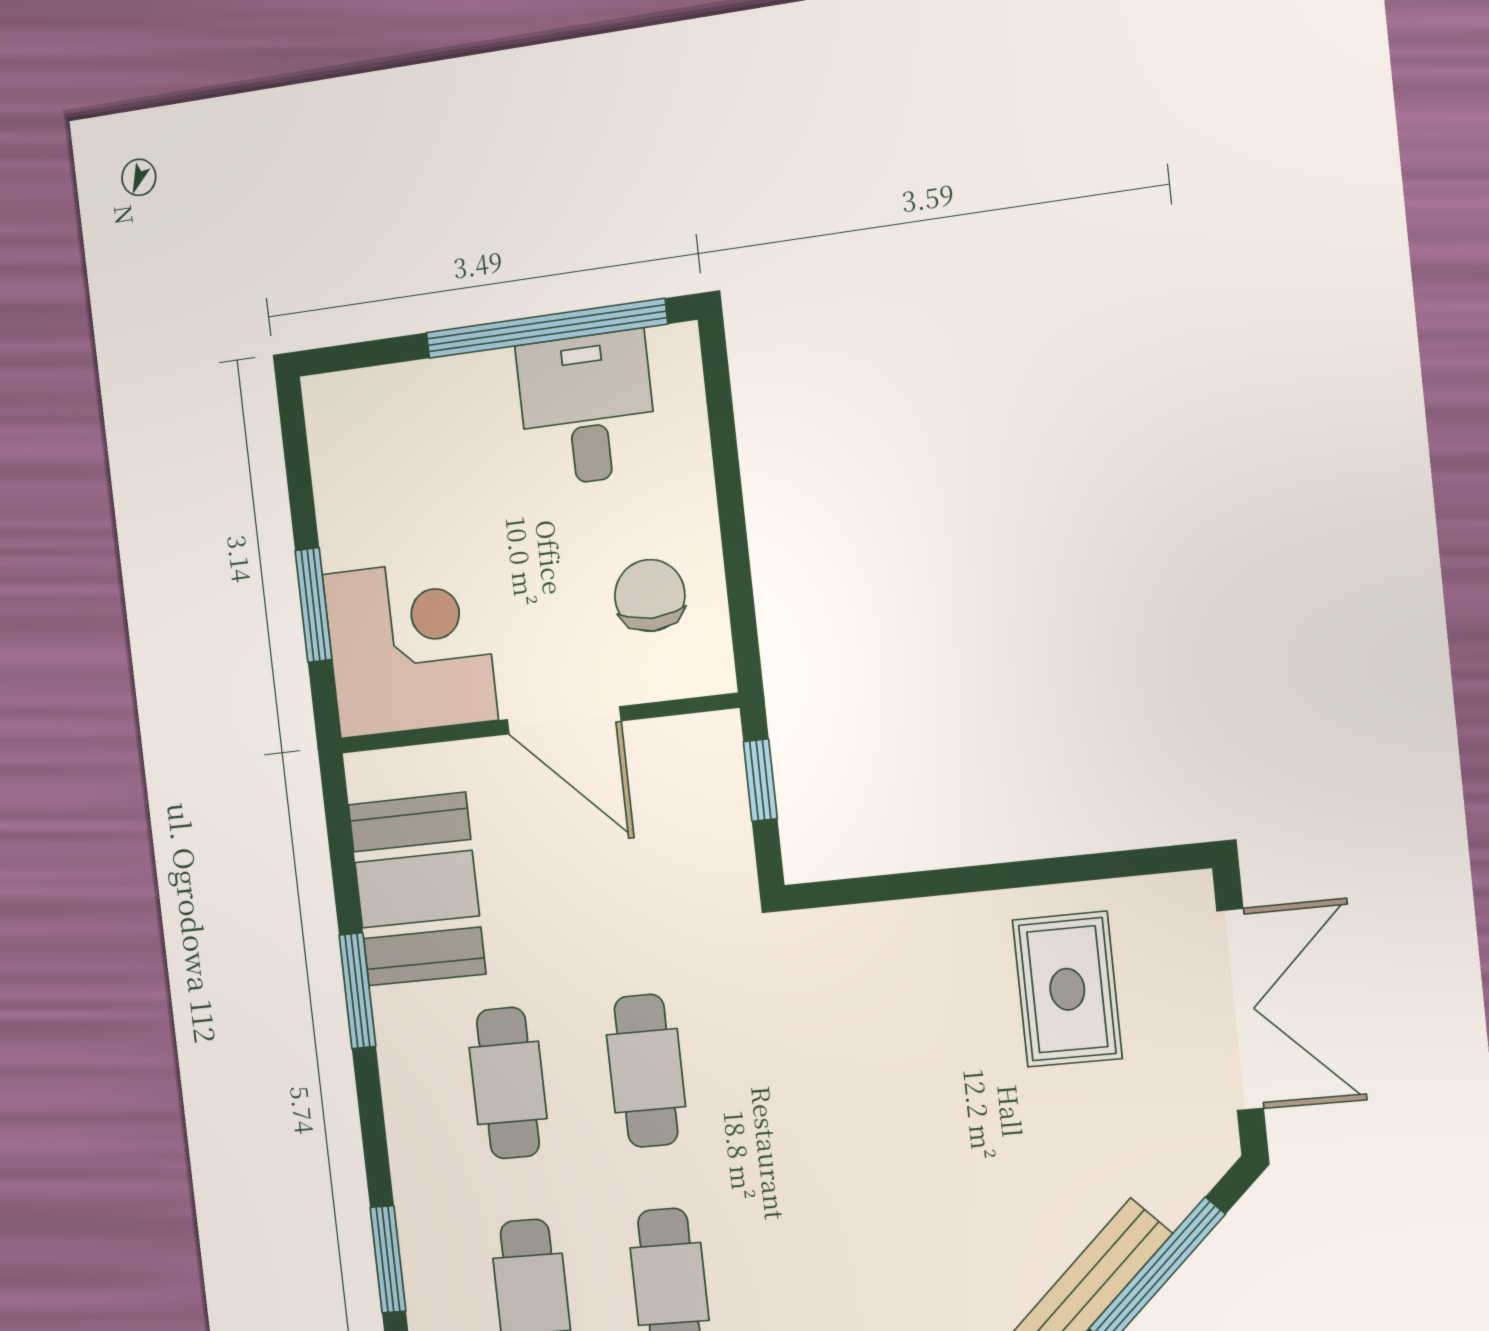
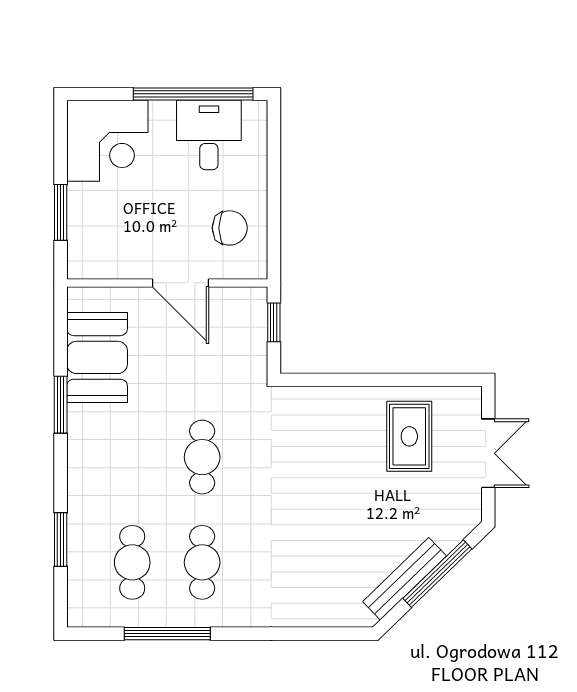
chair: (650, 595) -> (230, 228), turned 90
corner desk: (410, 647) -> (107, 141), moved, turned 90
double door: (1240, 1010) -> (488, 453), width x0.73
cafe table: (508, 1083) -> (132, 457), removed

